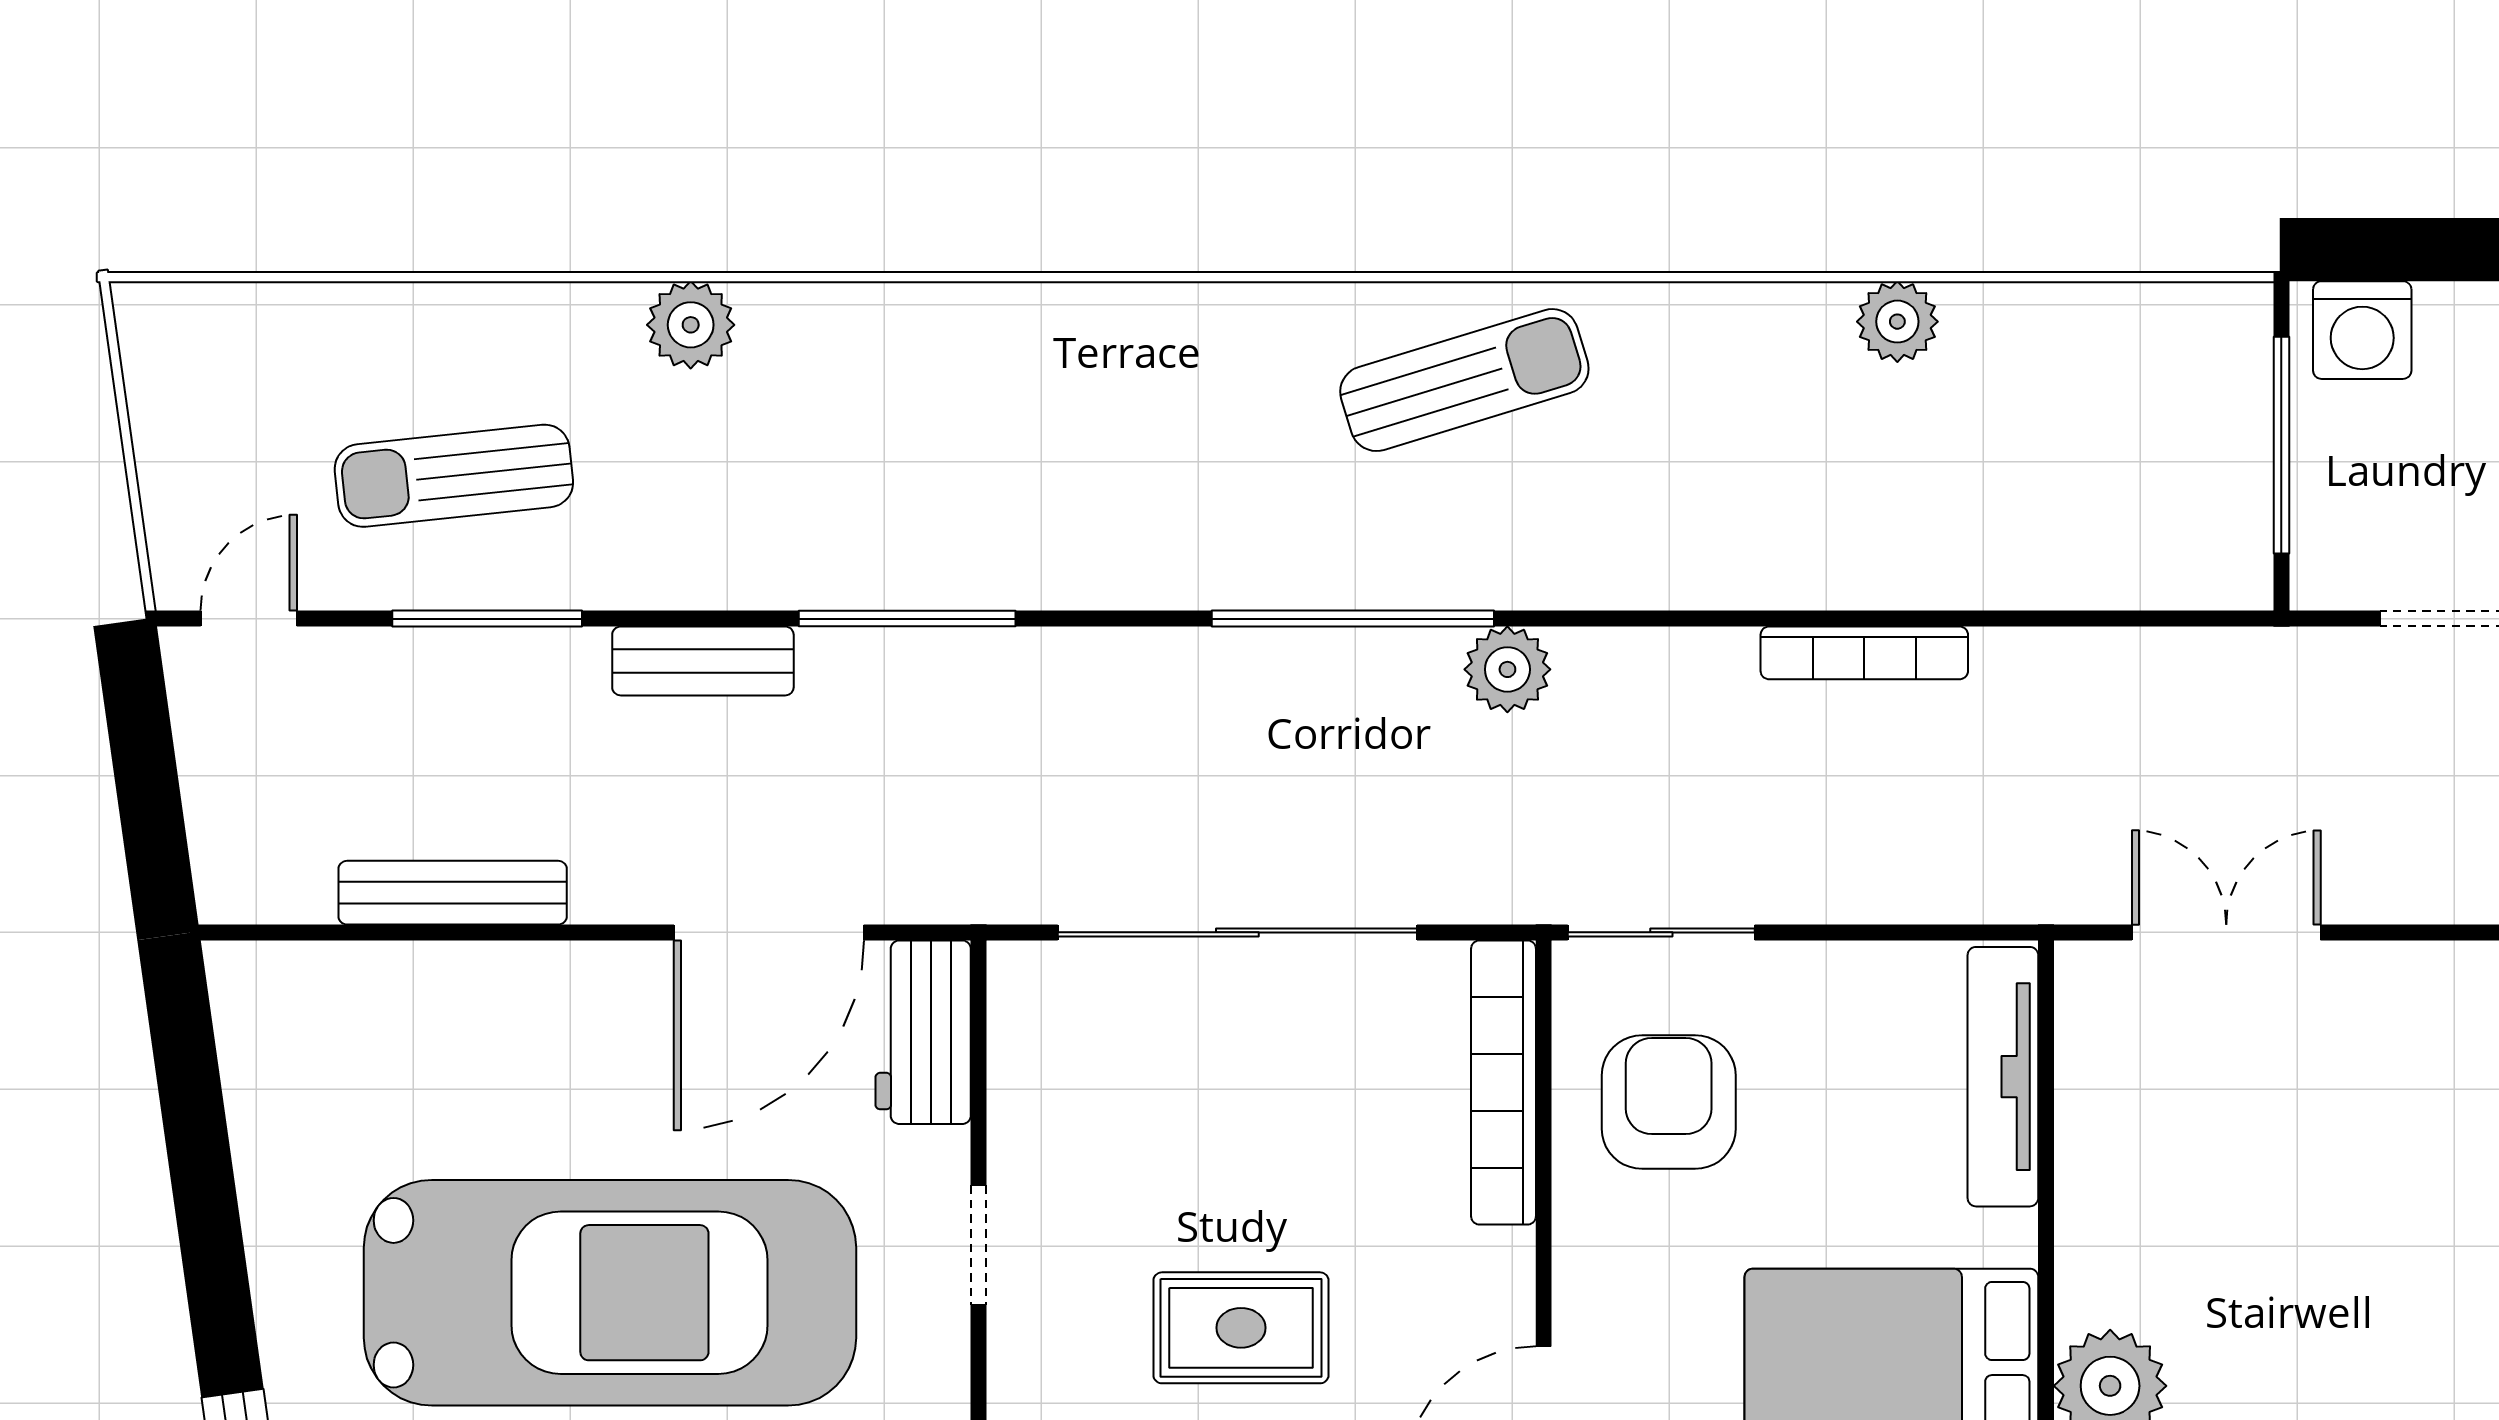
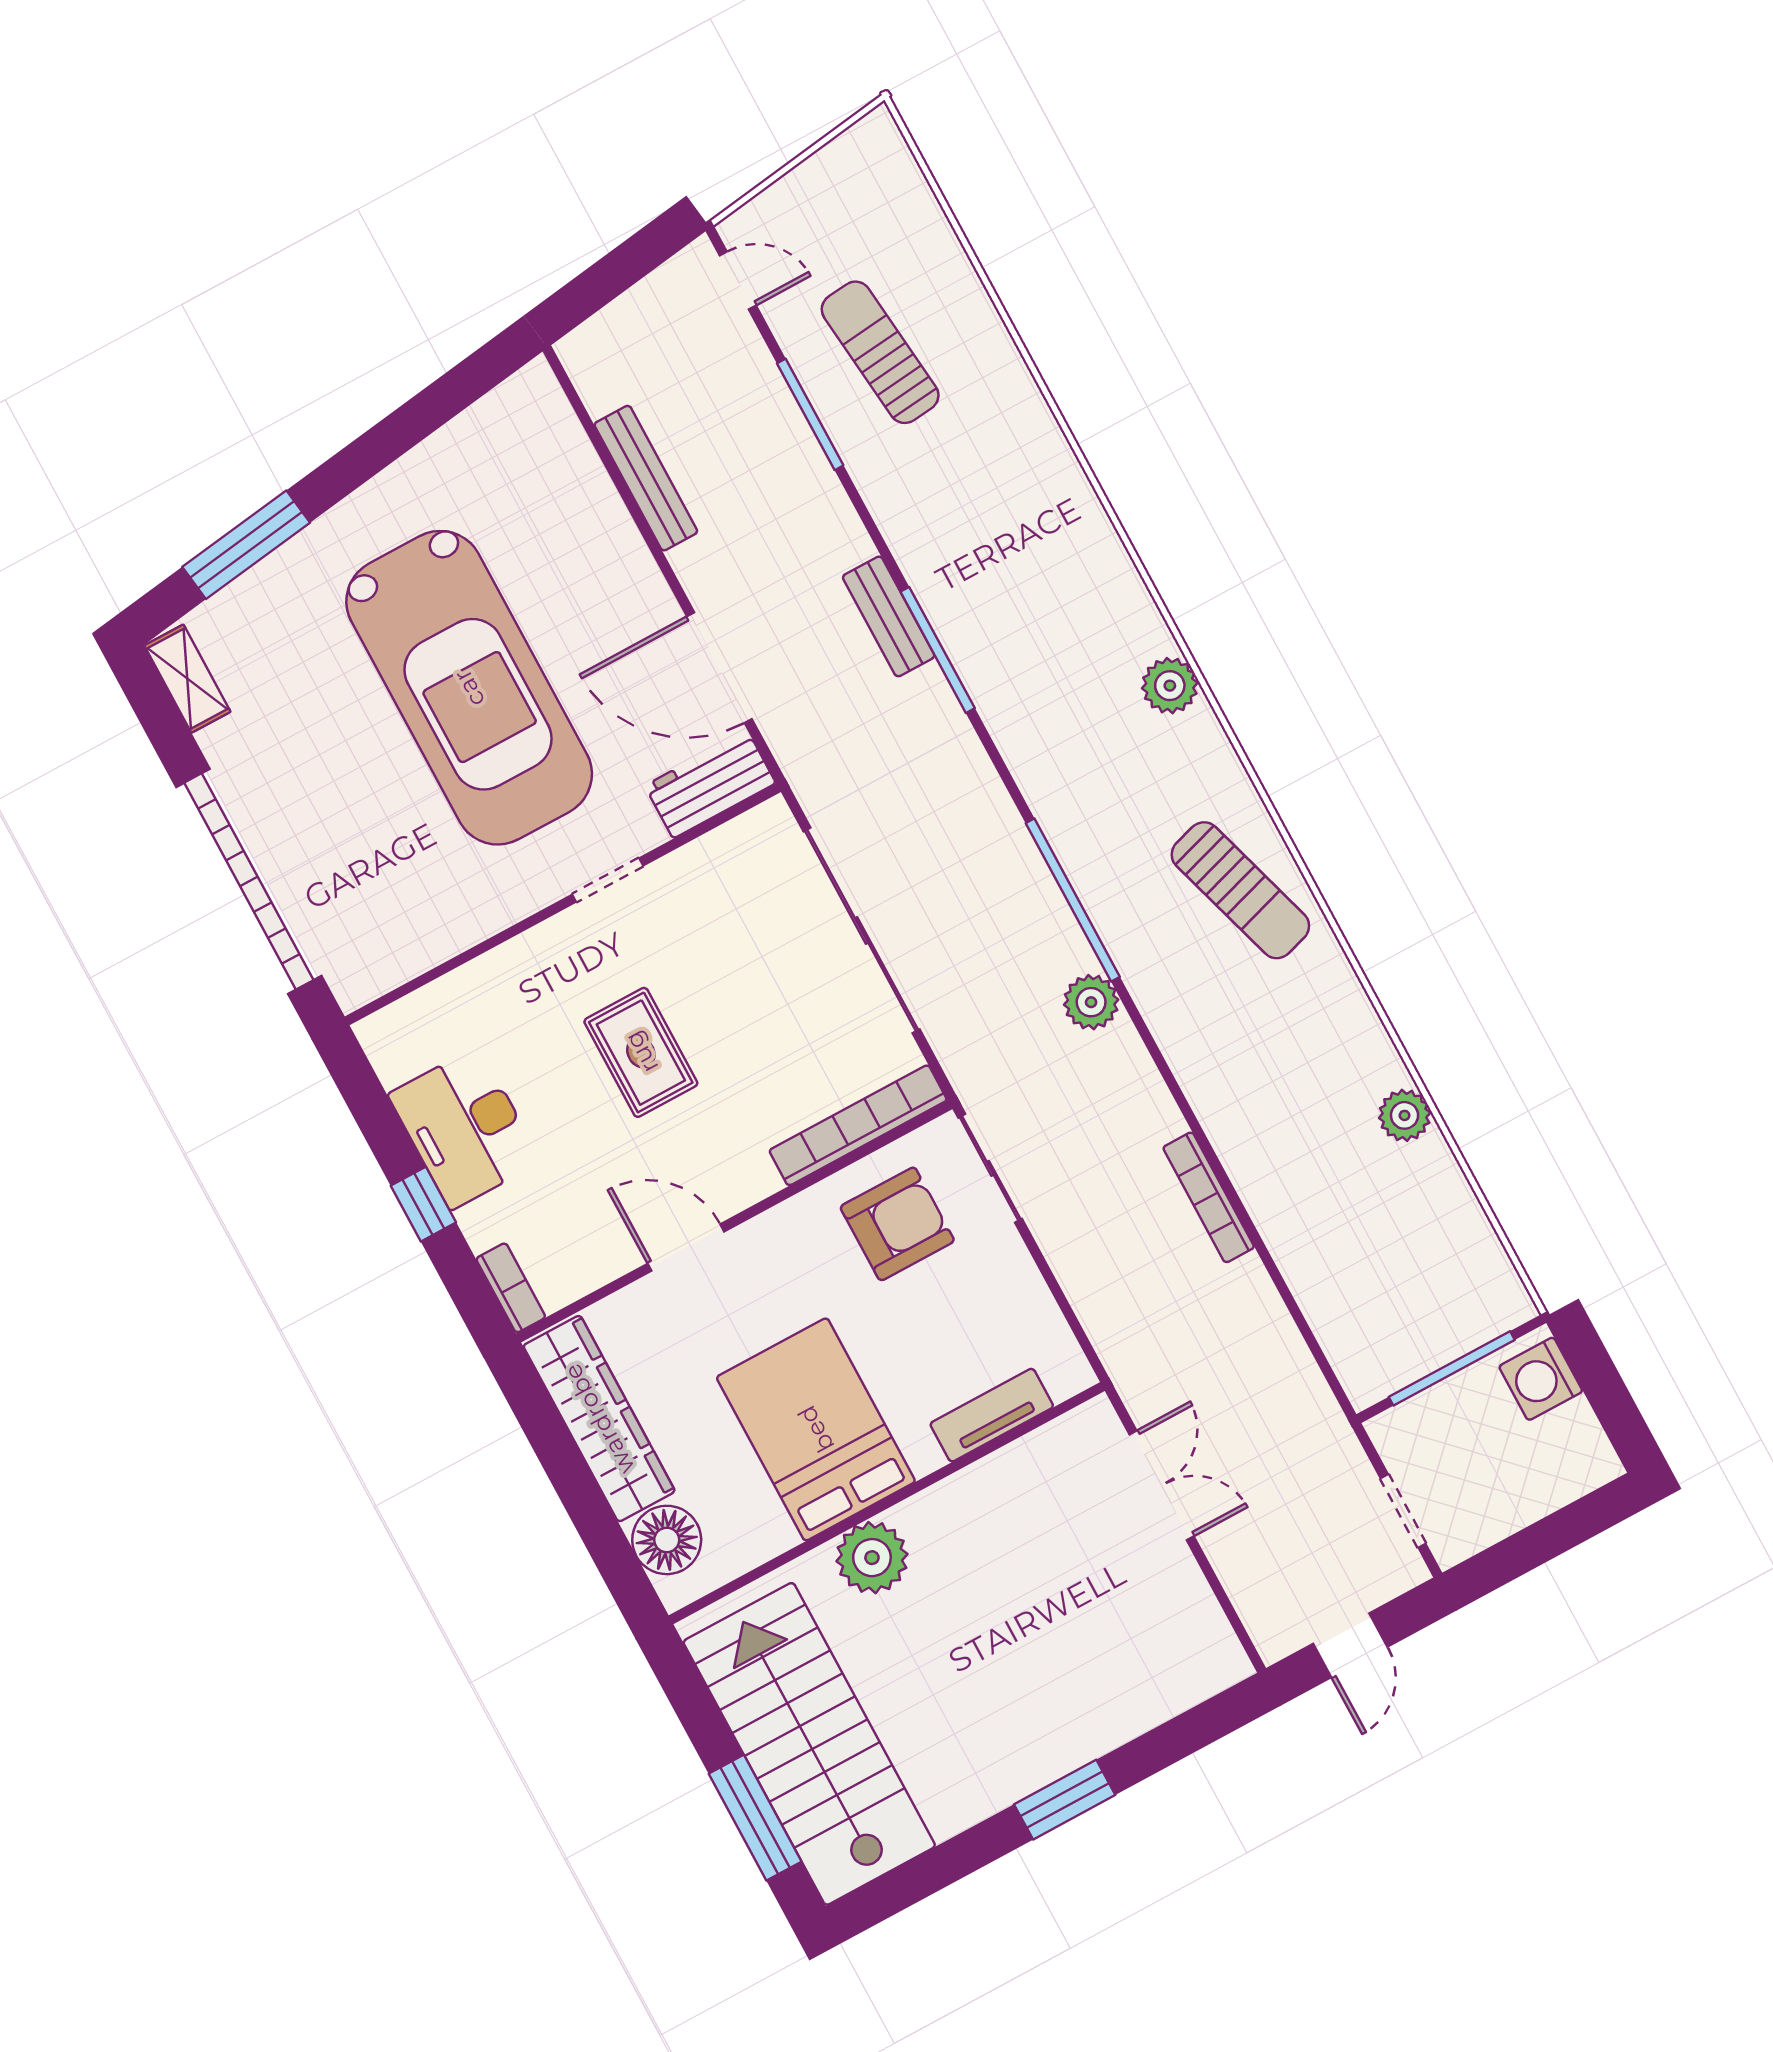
plant: (691, 325) -> (1170, 686), moved
bench: (703, 661) -> (889, 616), moved
tv unit: (2003, 1077) -> (992, 1415), width x0.71

